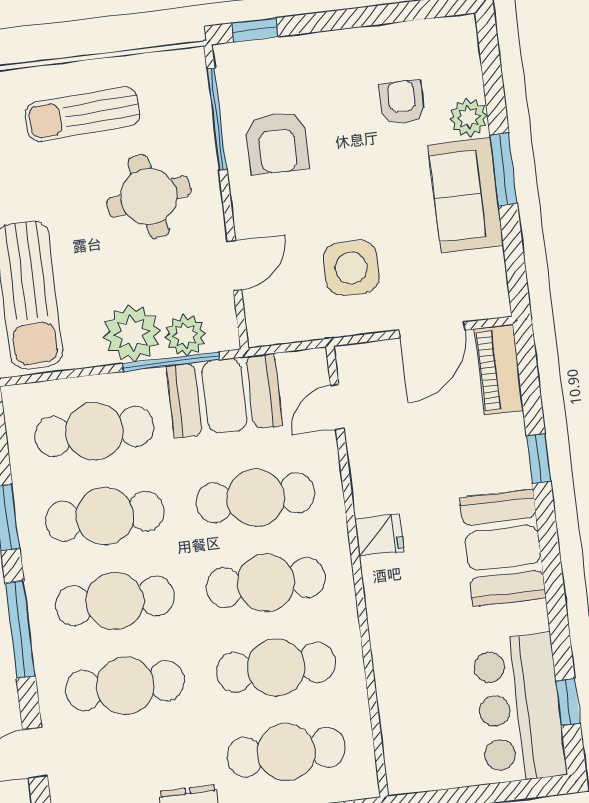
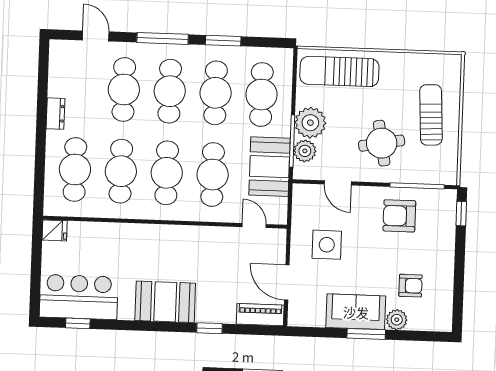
fridge: (379, 535) -> (55, 230), moved, turned -90

